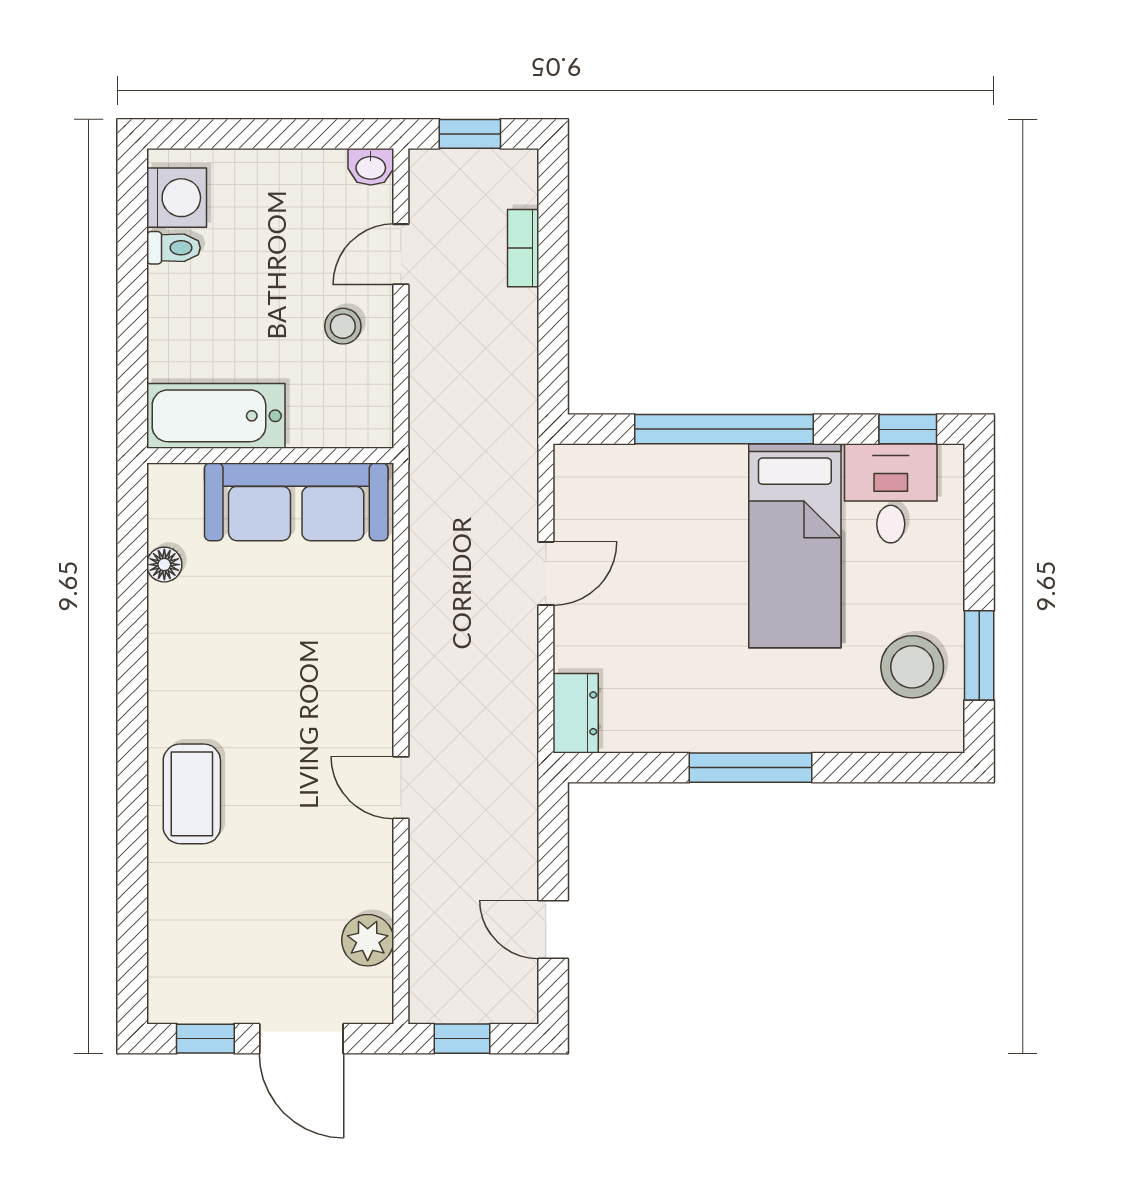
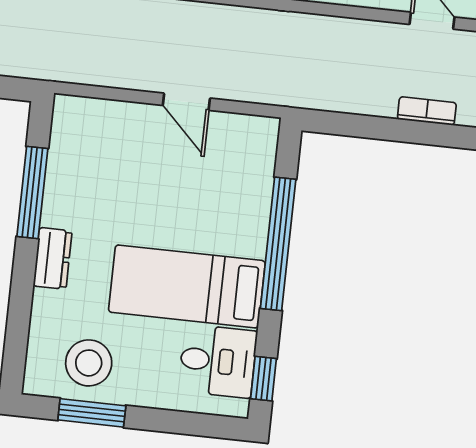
dresser: (576, 713) -> (53, 258), moved, turned -90
window: (751, 768) -> (32, 192), moved

